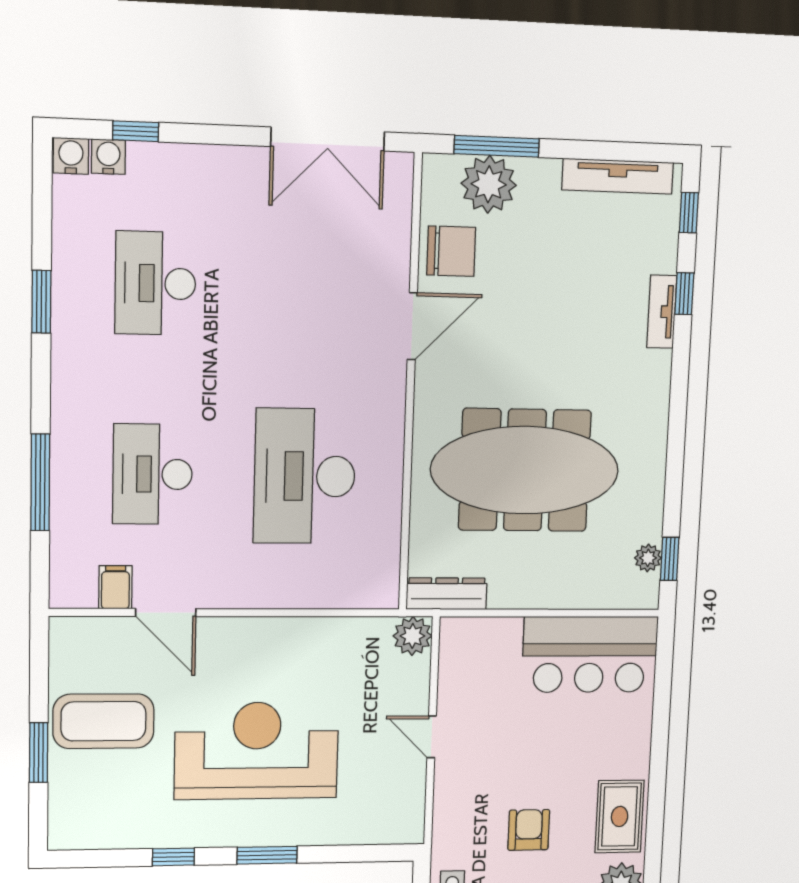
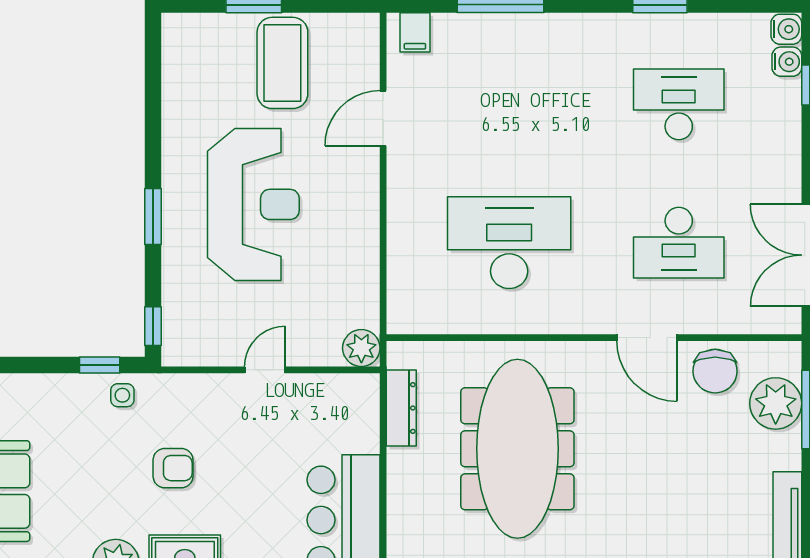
desk: (153, 474) -> (679, 243), moved, turned 180
filing cabinet: (115, 587) -> (415, 32), moved, turned 90
dresser: (447, 594) -> (401, 408), moved
window: (173, 857) -> (153, 326), moved

